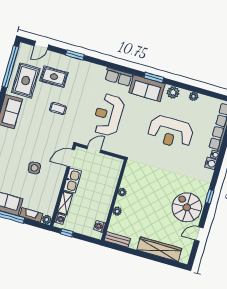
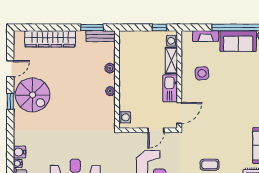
side table: (34, 168) -> (202, 73), moved
window: (210, 197) -> (10, 101), moved
plant: (47, 220) -> (186, 36), removed
washing machine: (100, 226) -> (125, 117), moved
window: (122, 249) -> (92, 27), added

